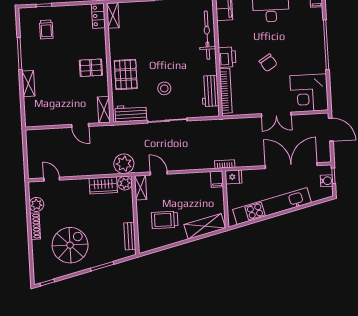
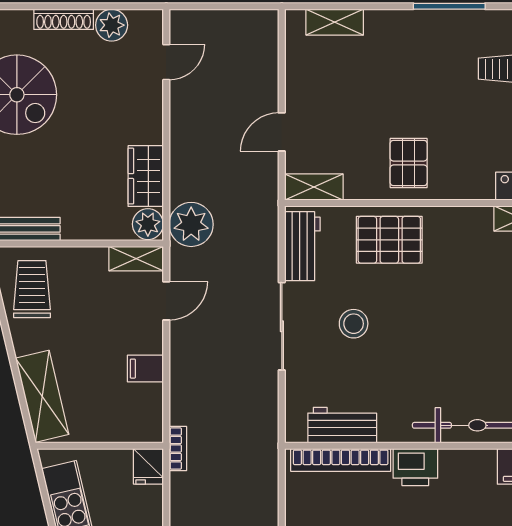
shelving: (28, 84) -> (335, 22), moved
filing cabinet: (217, 179) -> (145, 369), moved
trolley: (165, 220) -> (32, 289), moved

